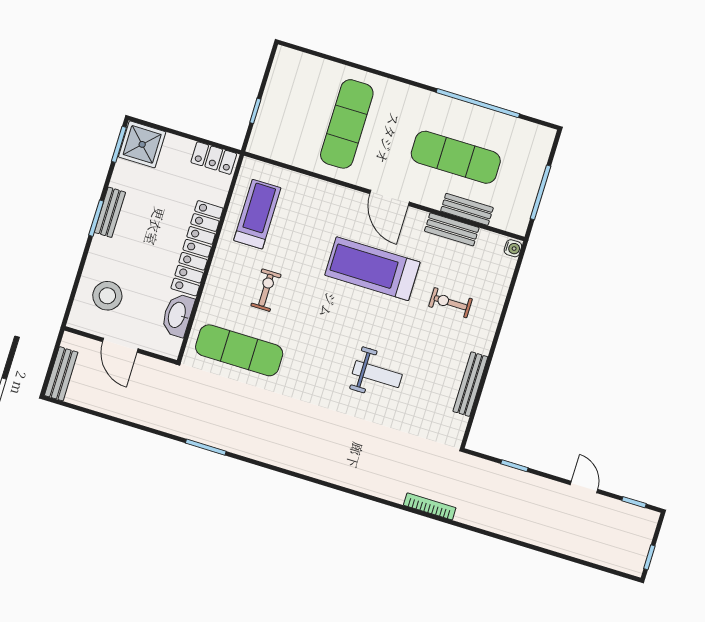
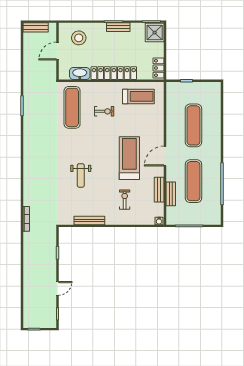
exercise mat: (347, 124) -> (193, 125), turned 90

